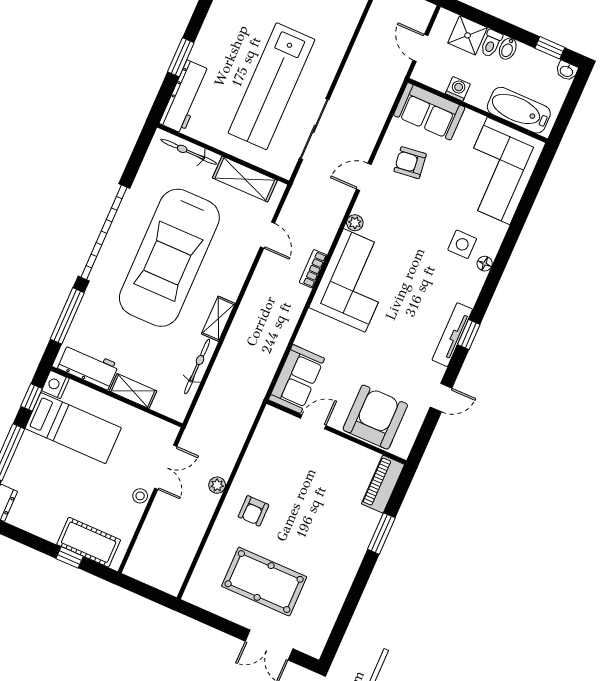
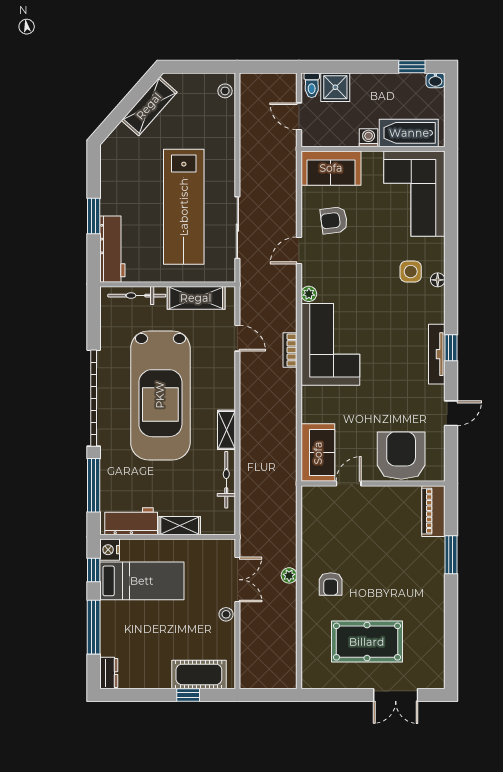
toilet: (491, 43) -> (312, 85), moved
bidet: (508, 49) -> (375, 83), removed
washing machine: (458, 89) -> (369, 138), moved

